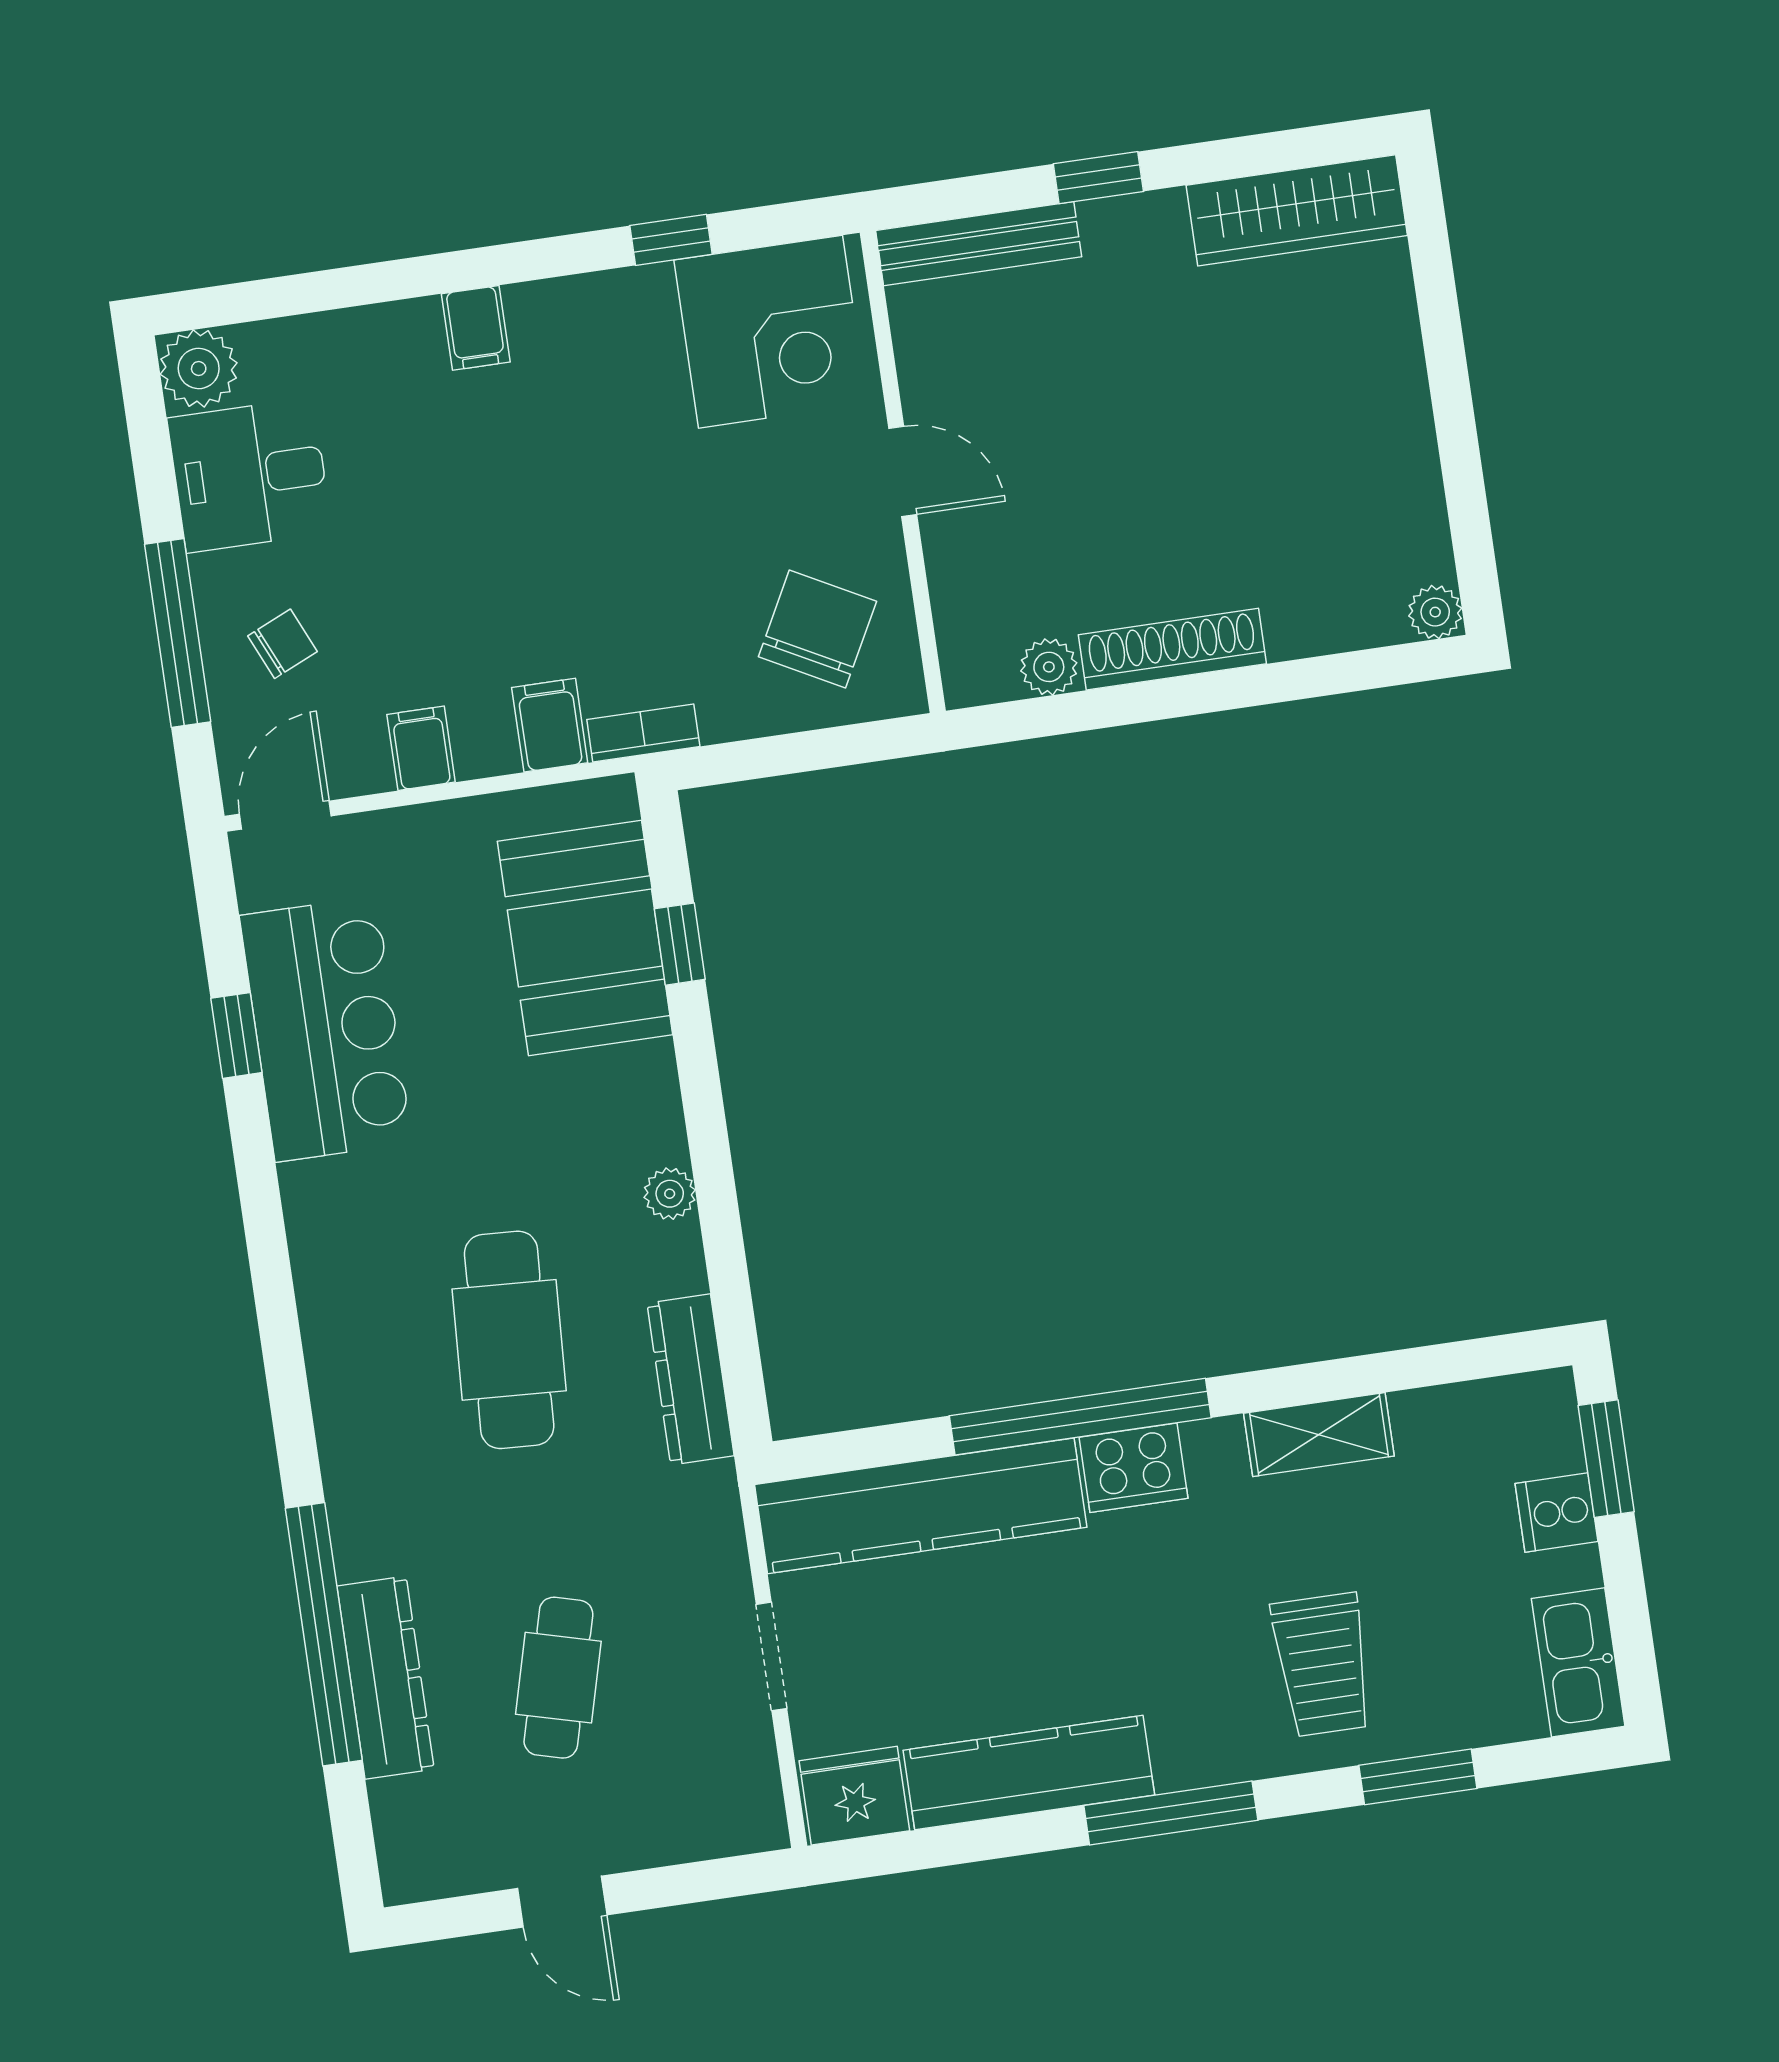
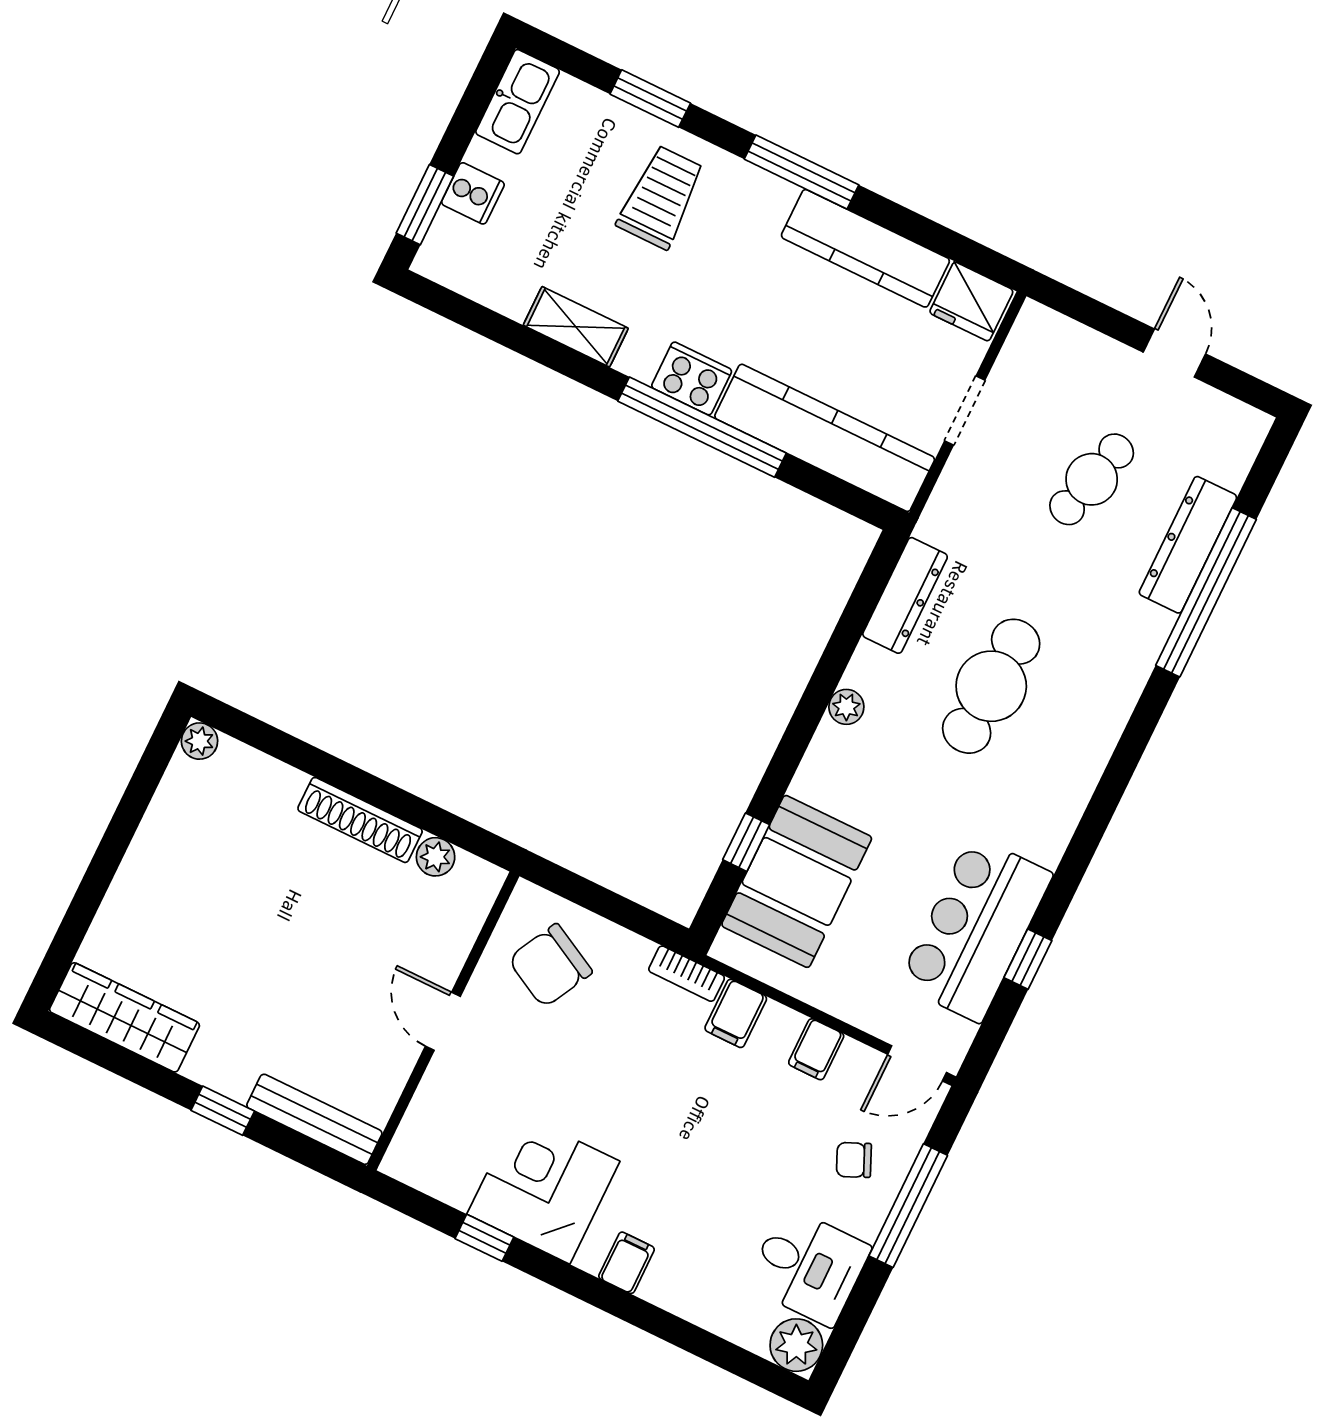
corner desk: (770, 332) -> (543, 1188), moved

